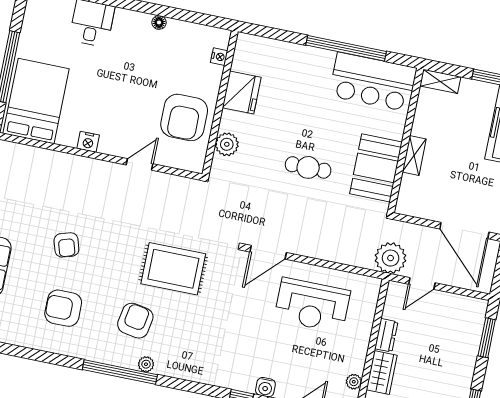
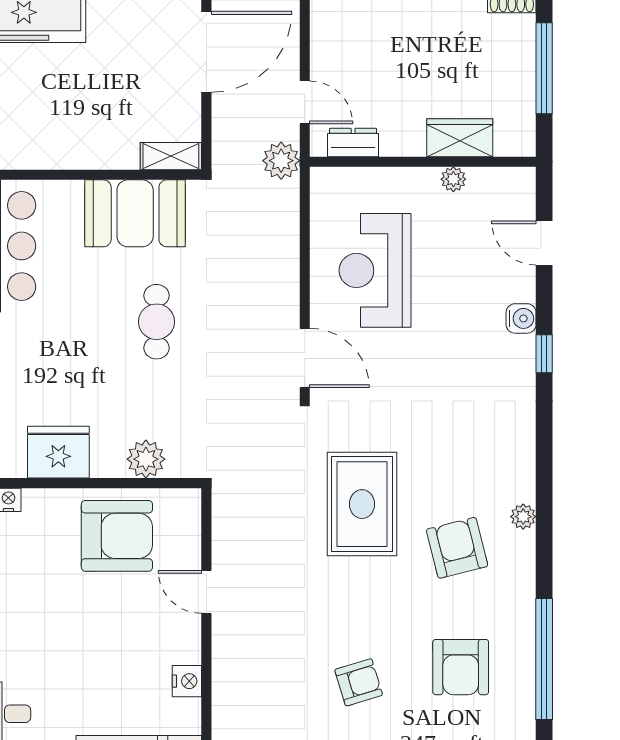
shelving: (414, 156) -> (171, 156), moved
plant: (391, 258) -> (281, 161), width x0.73, depth x0.73
reception desk: (312, 305) -> (375, 270), turned 180
armchair: (135, 321) -> (457, 548), turned 66
dresser: (386, 335) -> (353, 142), moved
window: (120, 372) -> (544, 659), moved
plant: (354, 382) -> (453, 179), moved

